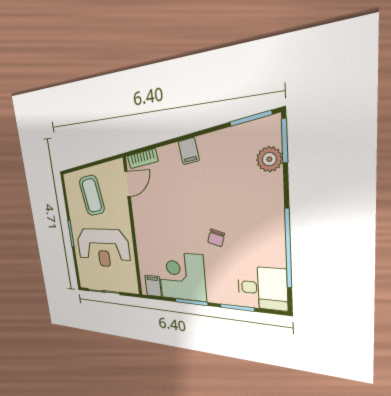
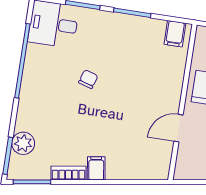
bookcase: (143, 159) -> (69, 173), moved
door: (127, 184) -> (178, 128), moved
corner desk: (182, 277) -> (136, 42), removed

